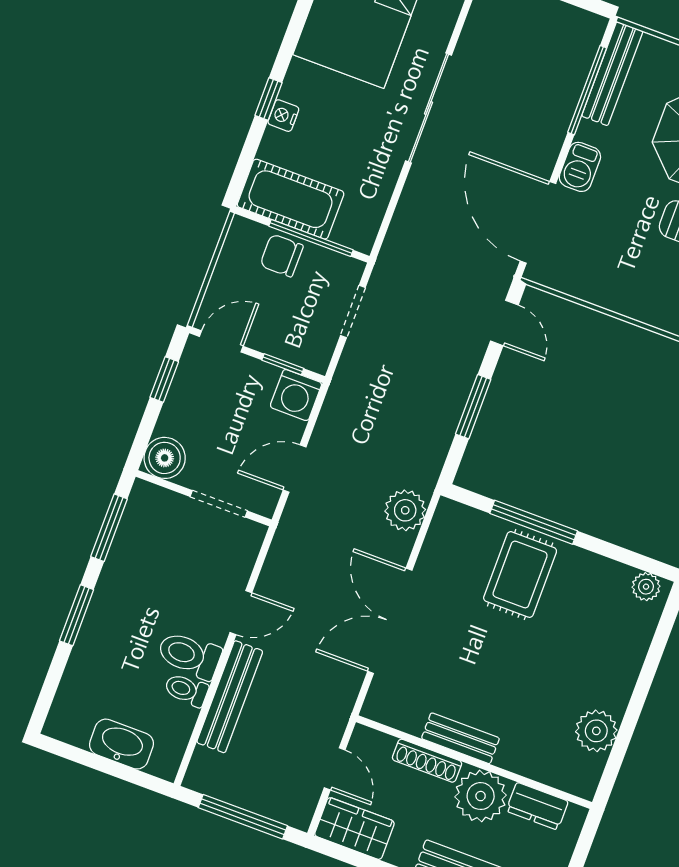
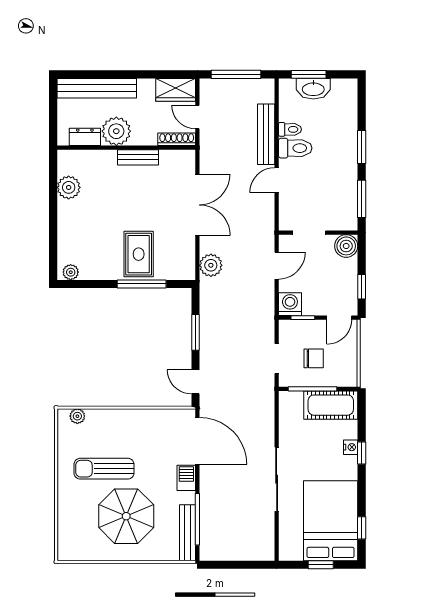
chair: (282, 255) -> (314, 358), moved
shoe rack: (427, 761) -> (177, 139), moved
window: (120, 771) -> (309, 74), added

